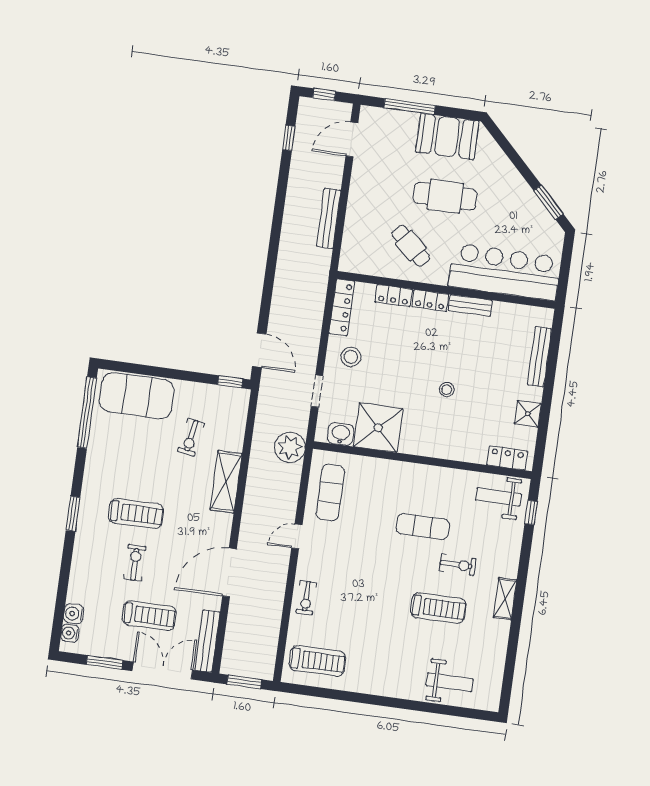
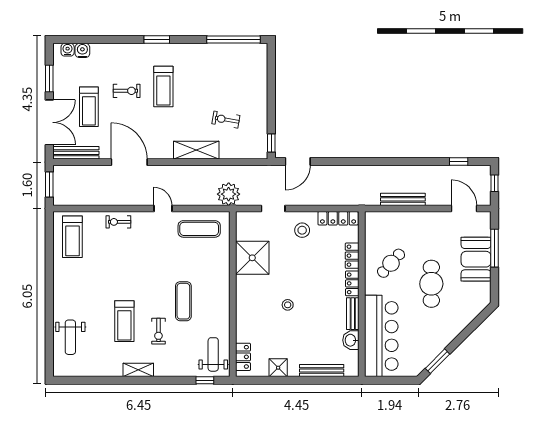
booth: (447, 137) -> (476, 259), moved
exercise mat: (137, 396) -> (251, 75), removed
washbasin: (341, 434) -> (351, 340), moved, turned 180

